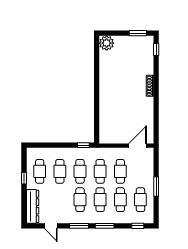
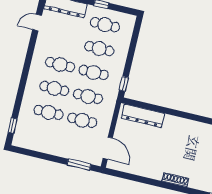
dresser: (105, 124) -> (143, 116), added
window: (156, 187) -> (79, 165), moved
cafe table: (140, 200) -> (43, 136), removed
window: (79, 226) -> (29, 56), removed
window: (105, 226) -> (22, 86), removed

